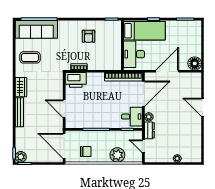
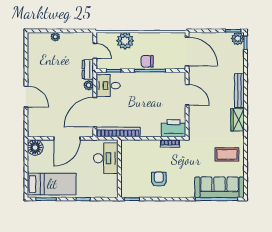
bed: (144, 31) -> (52, 184), moved, turned 180
chair: (86, 152) -> (147, 61), moved

